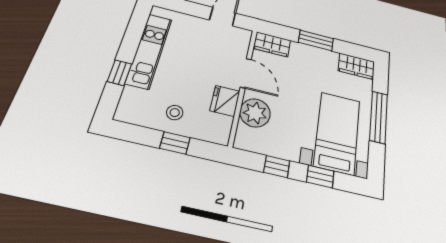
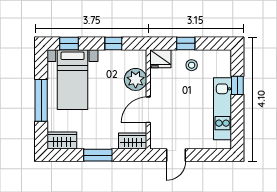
door: (246, 73) -> (148, 110), hinge flipped
fridge: (225, 101) -> (160, 59), moved, turned 90
window: (320, 177) -> (69, 43), moved

